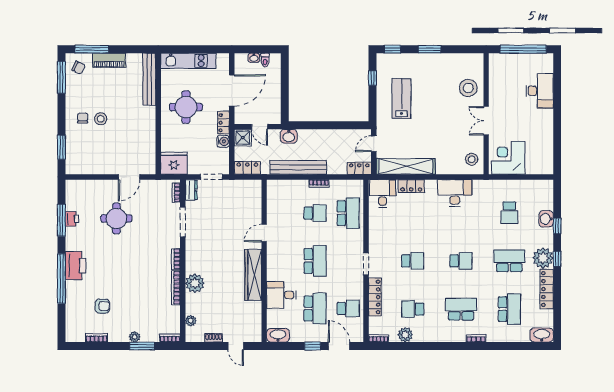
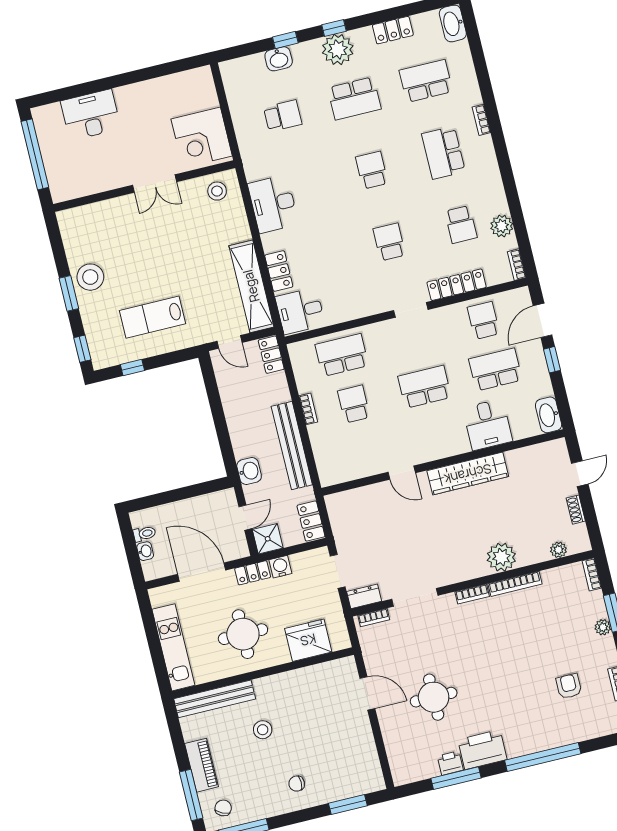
stool: (468, 88) -> (90, 277), moved
stool: (101, 119) -> (263, 730), moved
fridge: (174, 163) -> (308, 640), moved, turned 90
school desk: (509, 261) -> (354, 98), turned -90
printer: (76, 265) -> (482, 750), moved
locker: (547, 289) -> (393, 30), width x0.66

